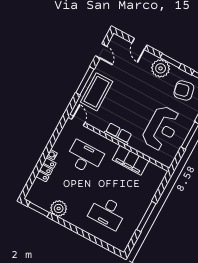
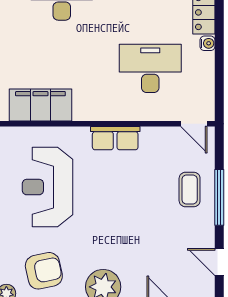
coffee table: (97, 92) -> (190, 189), width x0.54, depth x0.58
desk: (85, 157) -> (150, 68), turned 180
filing cabinet: (131, 160) -> (40, 105), moved

